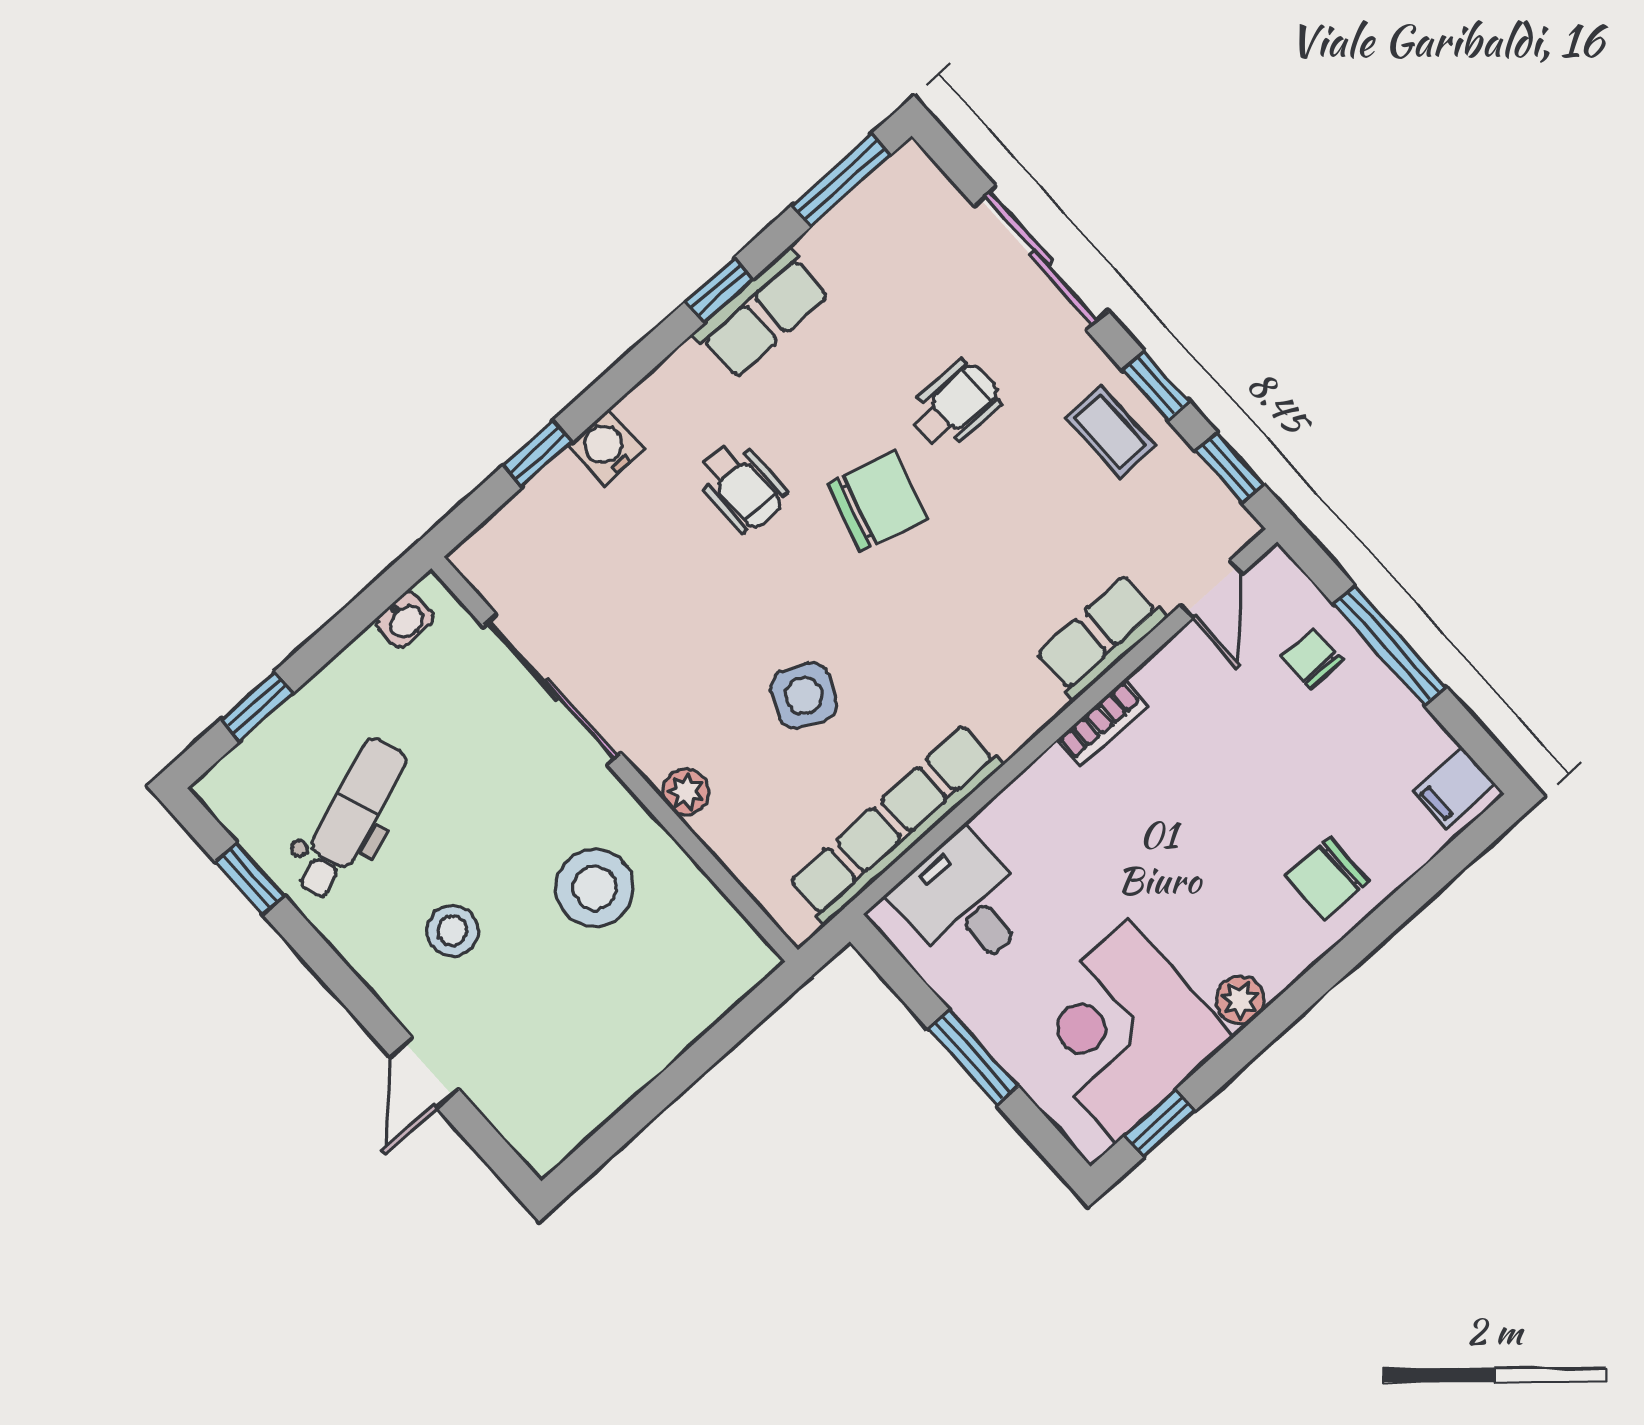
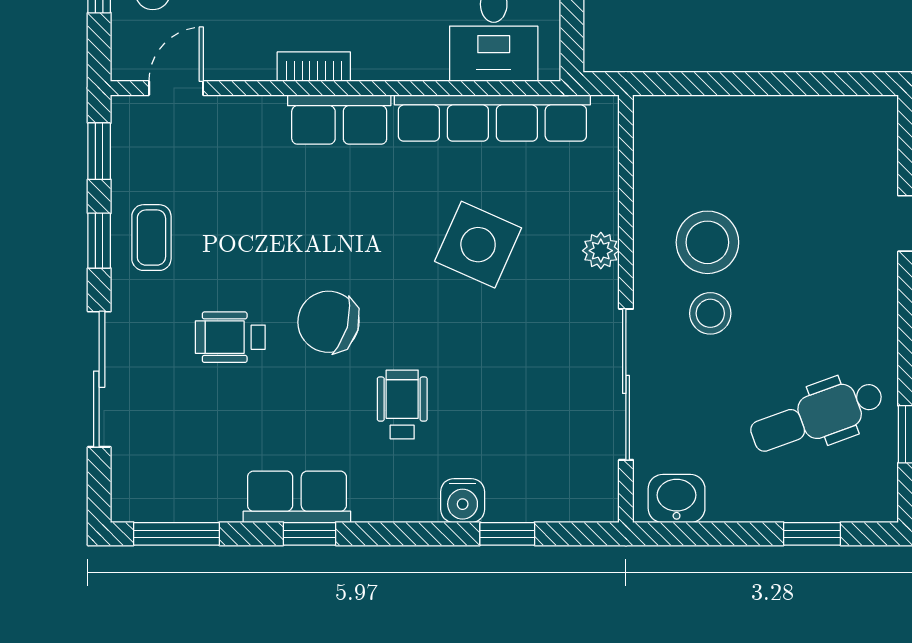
washbasin: (405, 620) -> (677, 498), width x1.38, depth x1.45
row of seats: (1100, 637) -> (339, 119), moved
side table: (804, 696) -> (478, 245), width x1.37, depth x1.37
stool: (452, 931) -> (710, 313), moved

